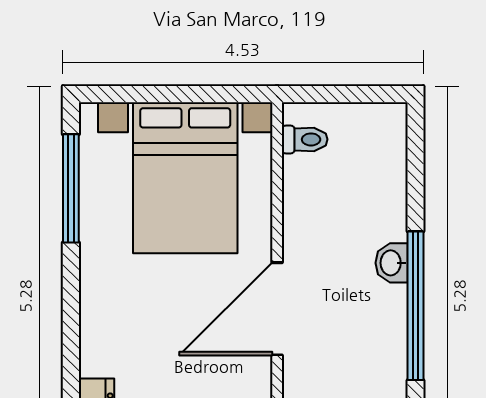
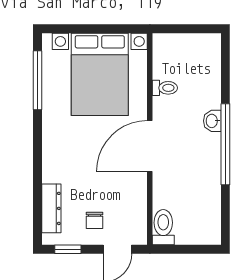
toilet: (305, 139) -> (165, 88), moved

